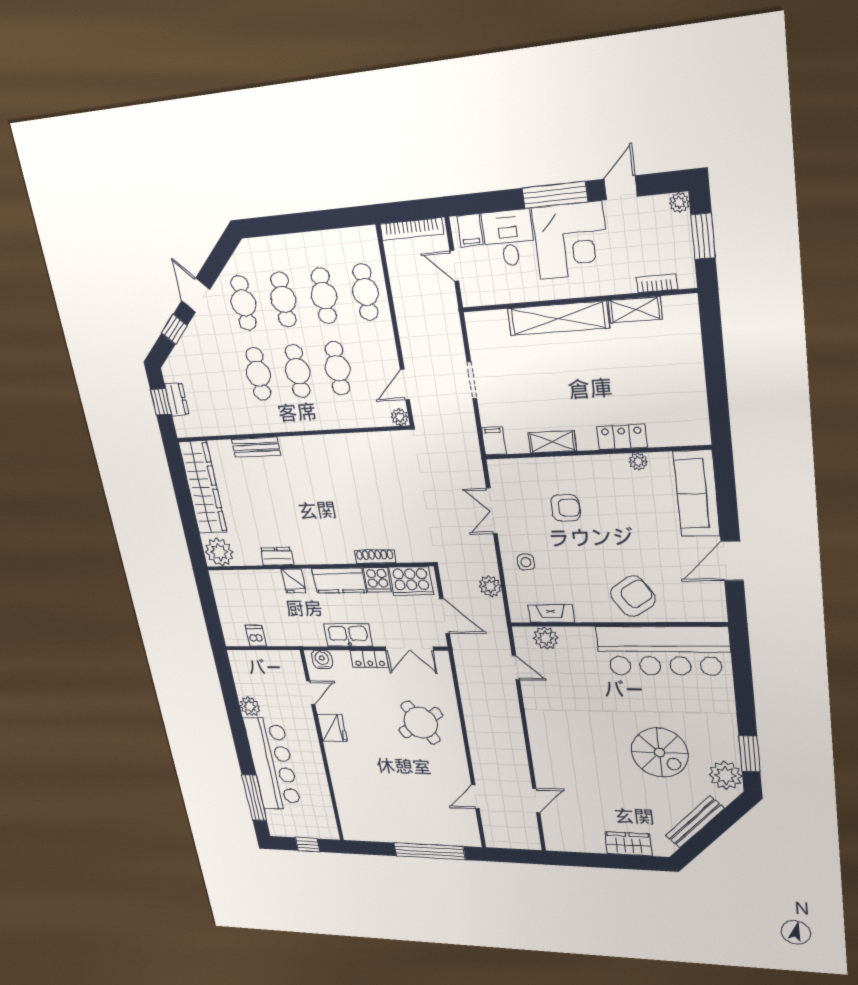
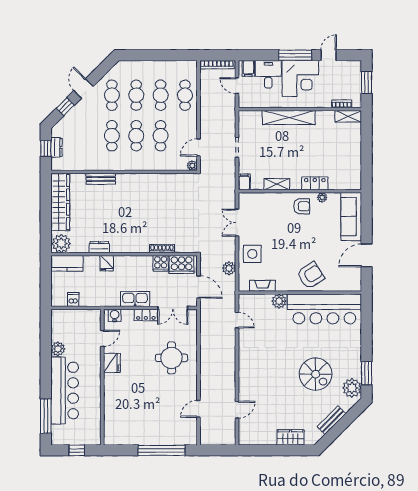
plant: (679, 202) -> (356, 65), removed
shelving: (635, 310) -> (348, 116), moved
armchair: (566, 508) -> (302, 206), moved
side table: (526, 562) -> (252, 254), width x1.87, depth x1.87
kitchen counter: (339, 580) -> (67, 263), moved
plant: (546, 638) -> (279, 301), moved
round table: (421, 723) -> (171, 358), turned 31
bench: (695, 822) -> (332, 420), width x0.73

